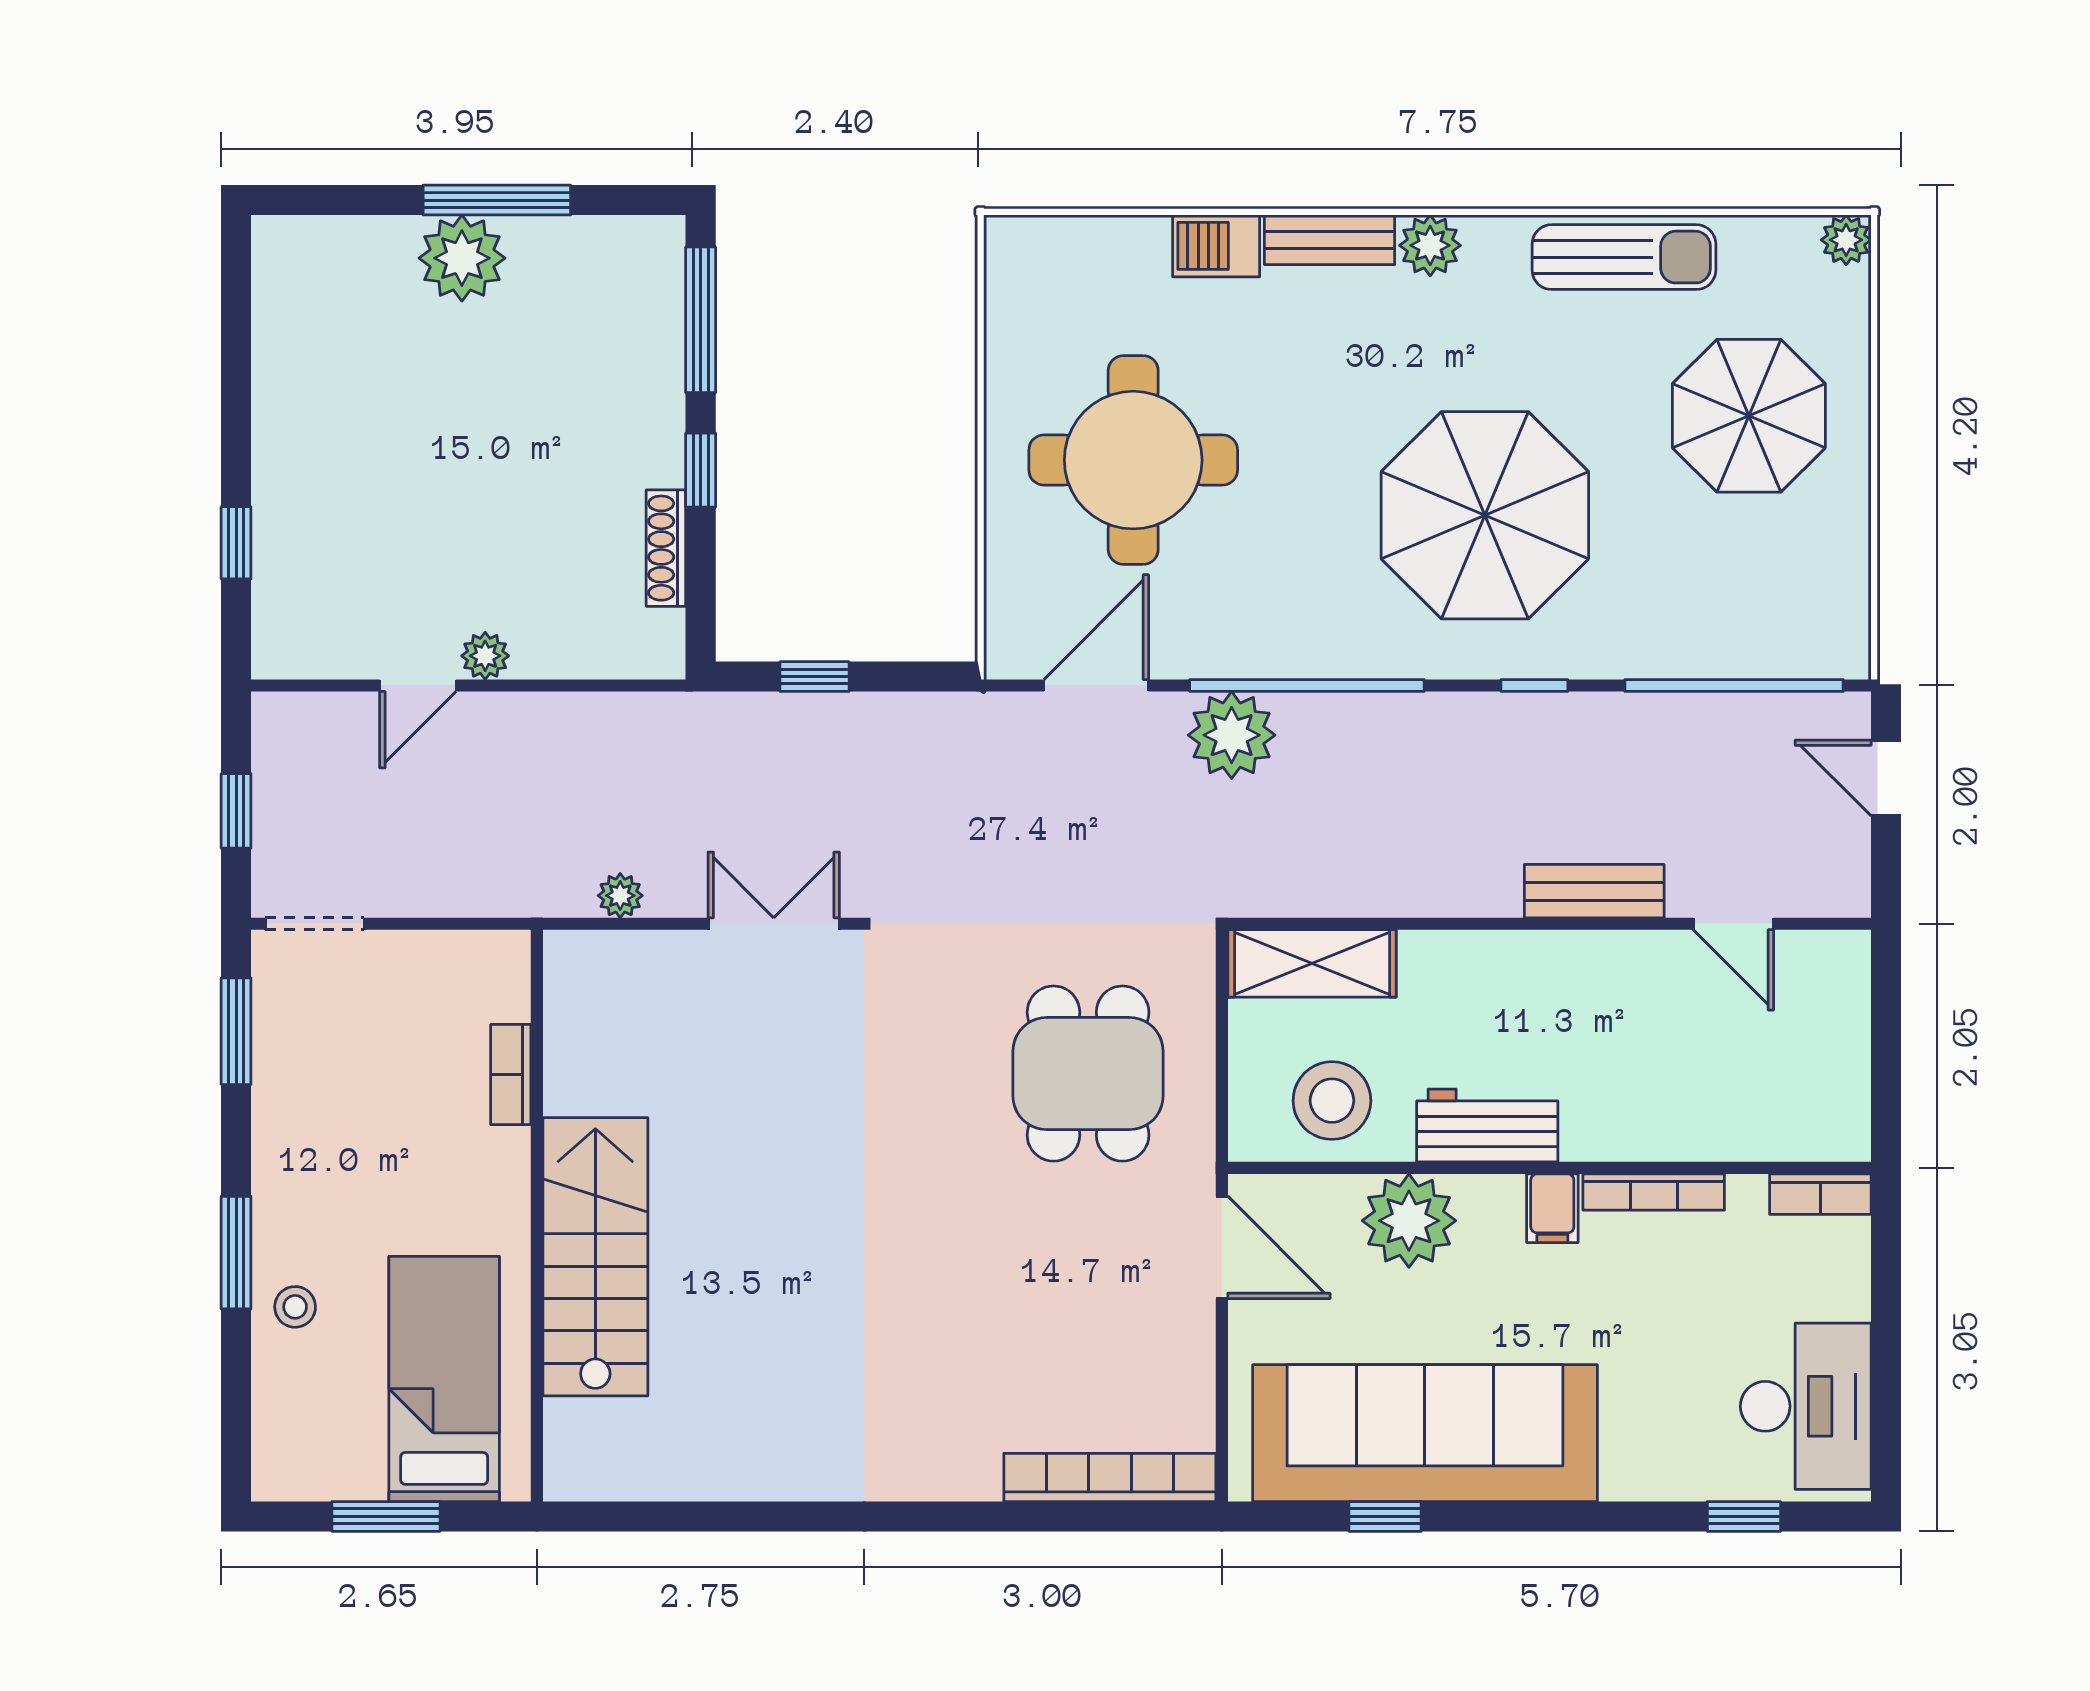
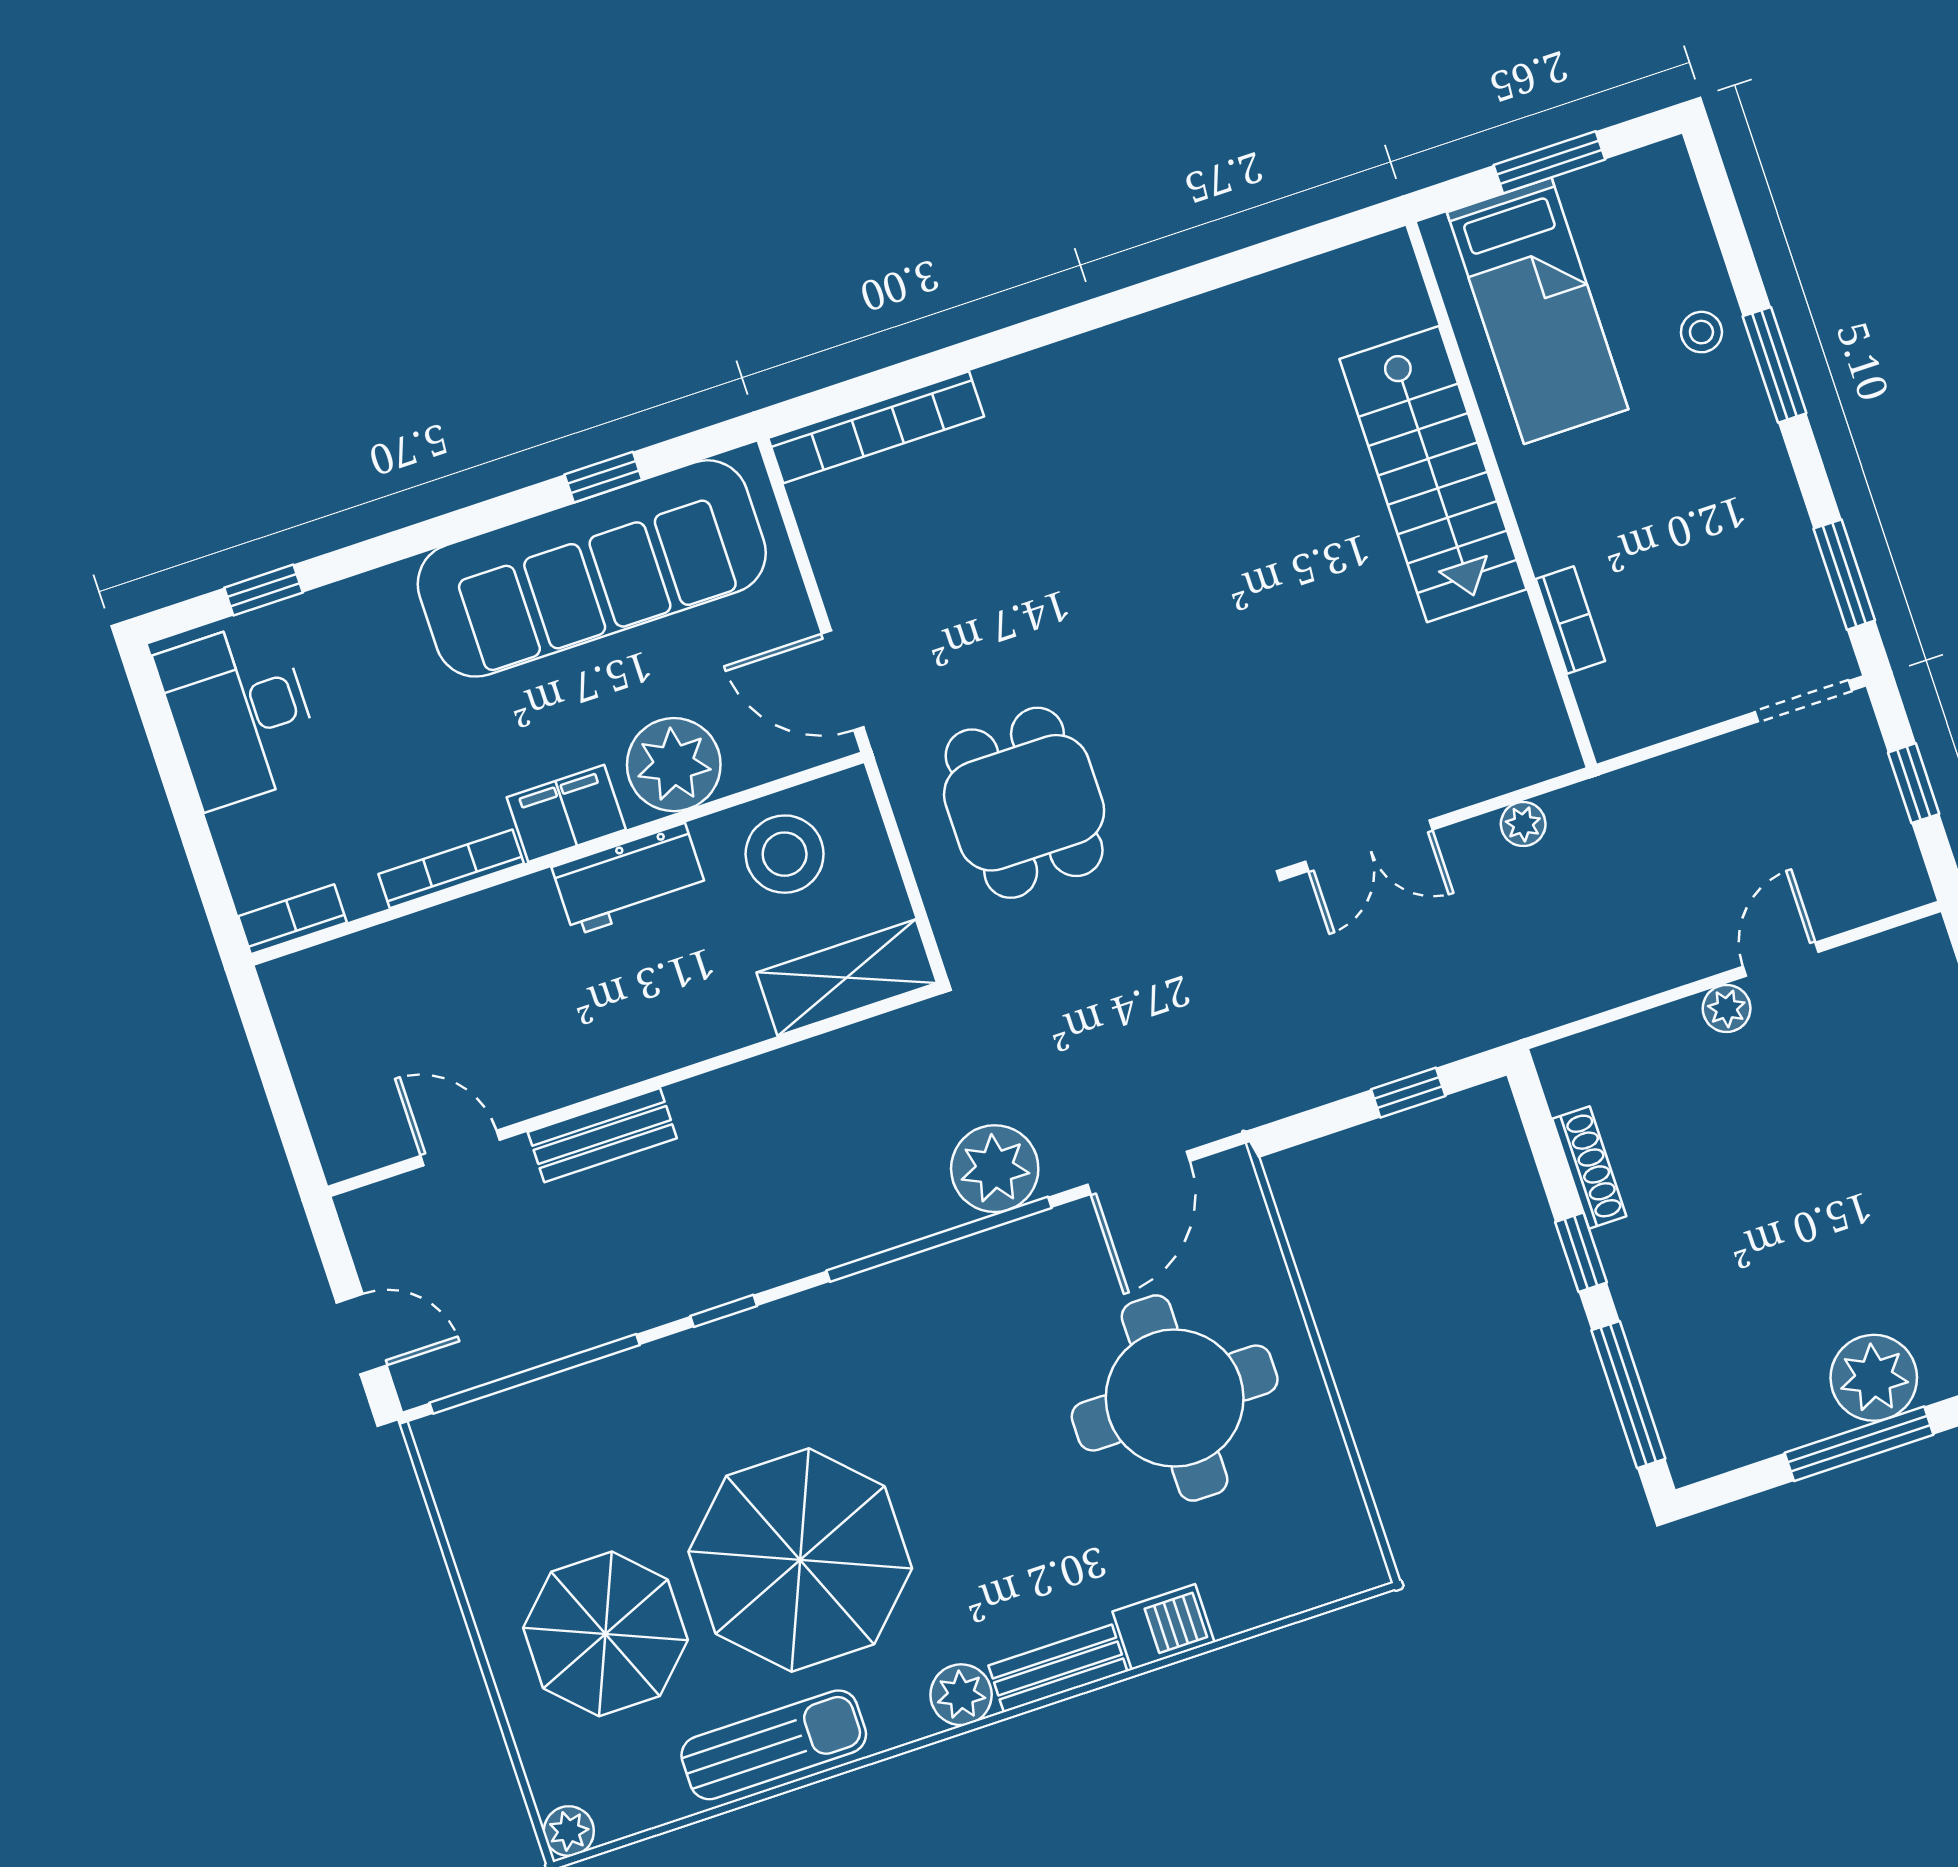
sun lounger: (1624, 257) -> (774, 1745), turned 180
parasol: (1485, 515) -> (800, 1560), moved
filing cabinet: (1552, 1208) -> (566, 813), width x2.00

